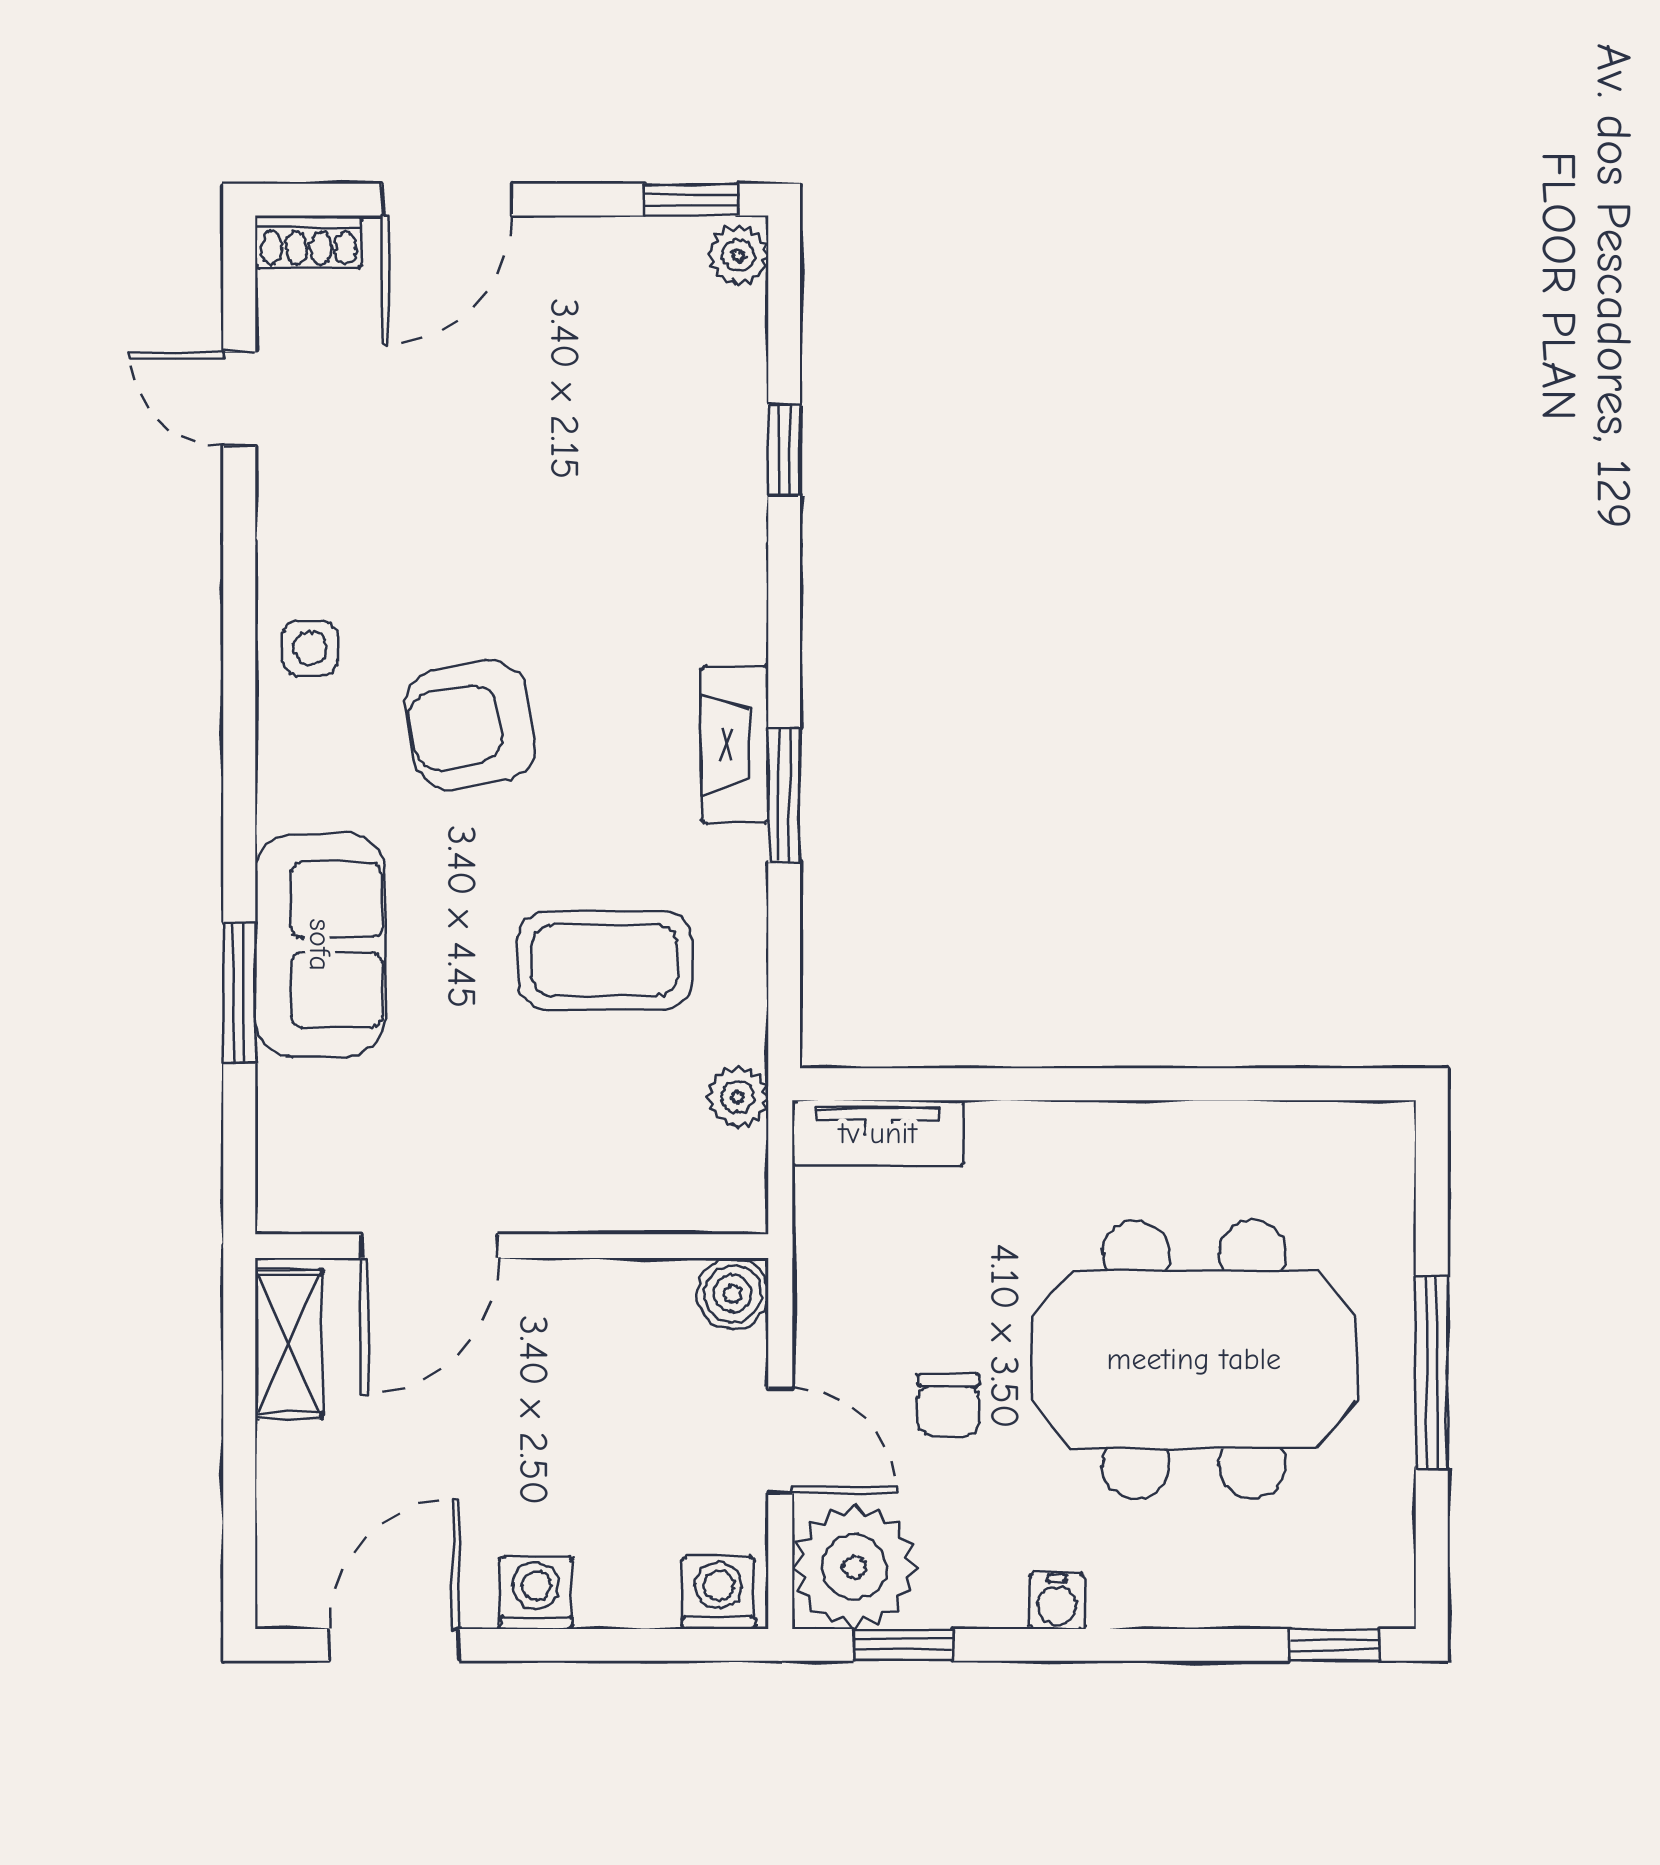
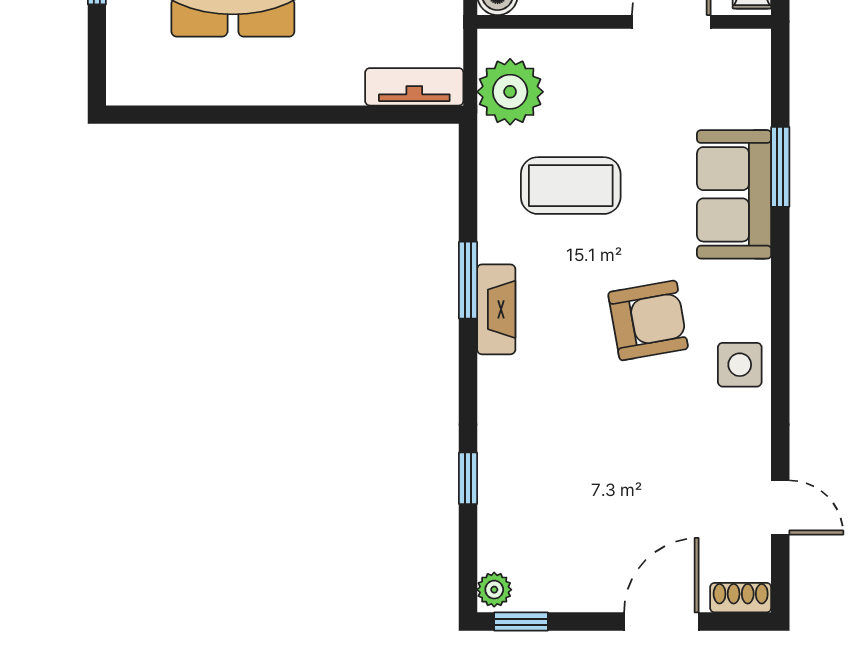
side table: (310, 648) -> (740, 365), width x1.37, depth x1.37
plant: (738, 1097) -> (510, 92), width x1.87, depth x1.87

